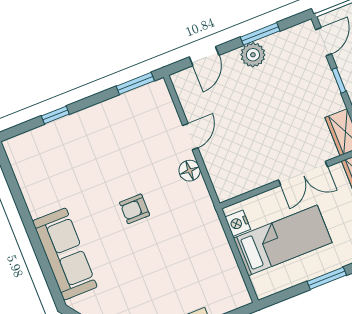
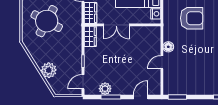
plant: (253, 55) -> (105, 89), moved
double door: (303, 173) -> (116, 25), swing flipped
armchair: (135, 209) -> (192, 18), moved, width x1.88, depth x1.88

